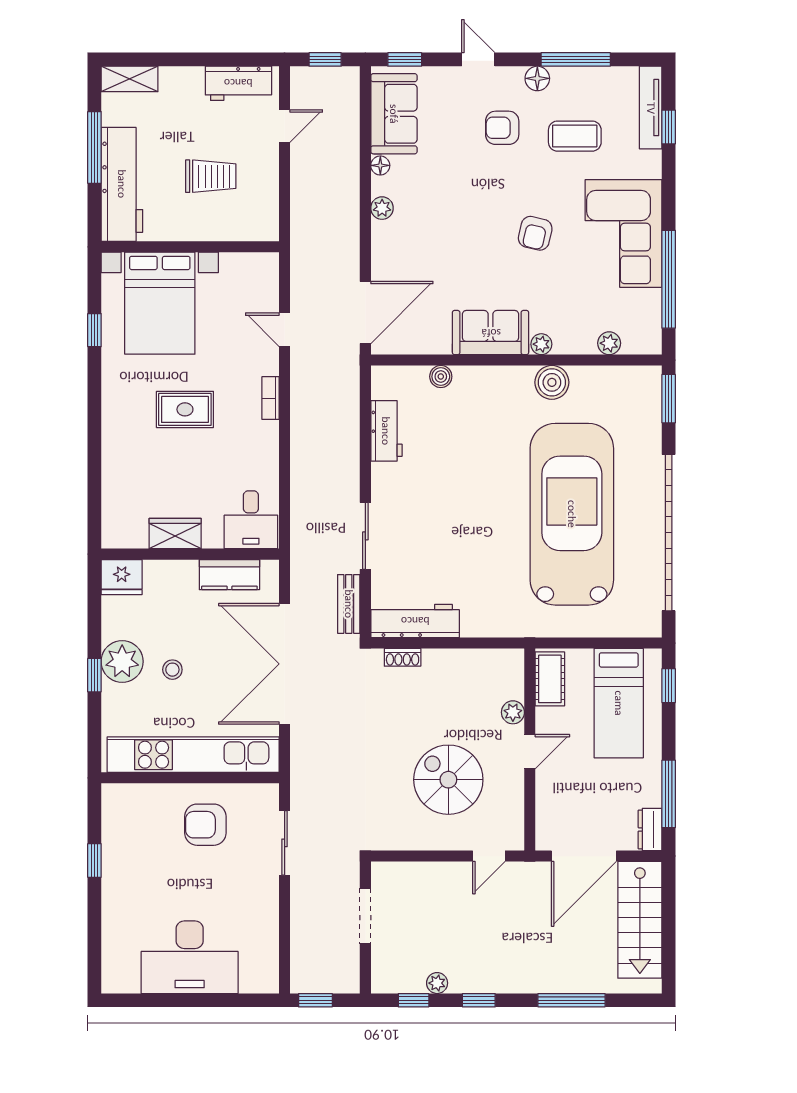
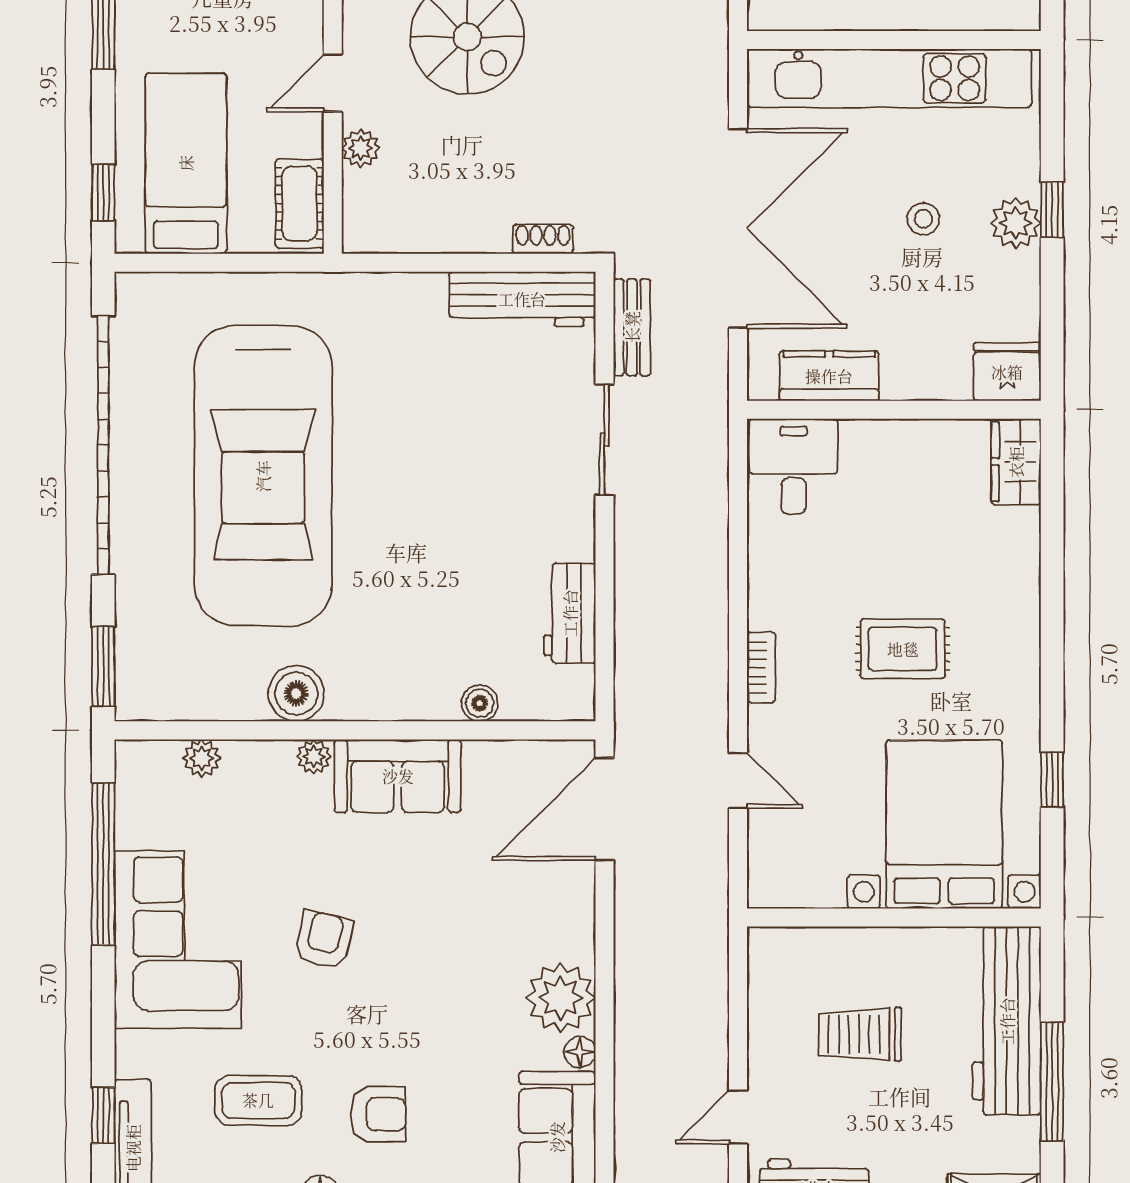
plant: (382, 208) -> (561, 998), width x1.87, depth x1.87
wardrobe: (175, 534) -> (1016, 462), moved, turned 90
plant: (122, 661) -> (1016, 223), width x0.73, depth x0.73

